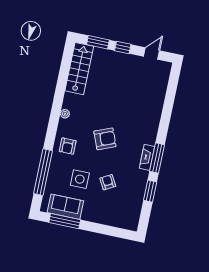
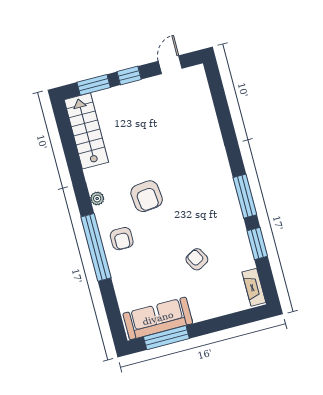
armchair: (105, 139) -> (147, 196), moved, turned 106
fireplace: (147, 157) -> (254, 287), moved
window: (43, 172) -> (96, 247), moved
side table: (80, 179) -> (159, 273), removed
sofa: (65, 207) -> (158, 318), width x1.36

